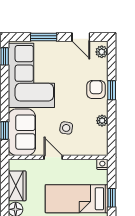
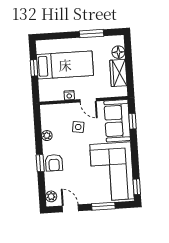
nightstand: (102, 164) -> (69, 95), moved

